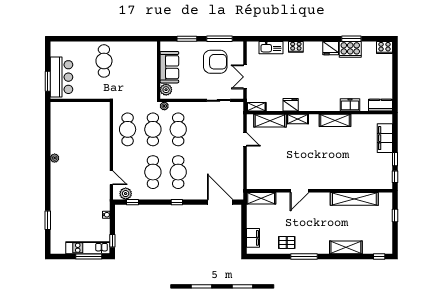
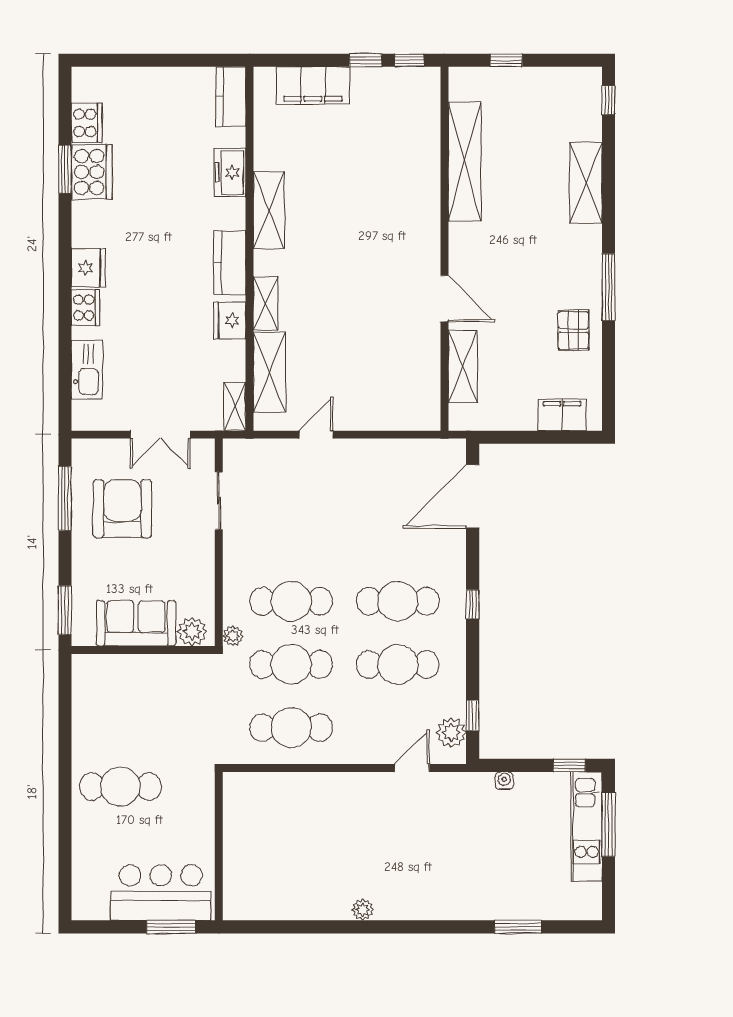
window: (187, 39) -> (65, 610), moved
cooker: (385, 47) -> (87, 123), moved
fridge: (331, 48) -> (88, 268), moved
kitchen counter: (314, 105) -> (230, 263), added
shelving: (261, 198) -> (463, 366), moved

